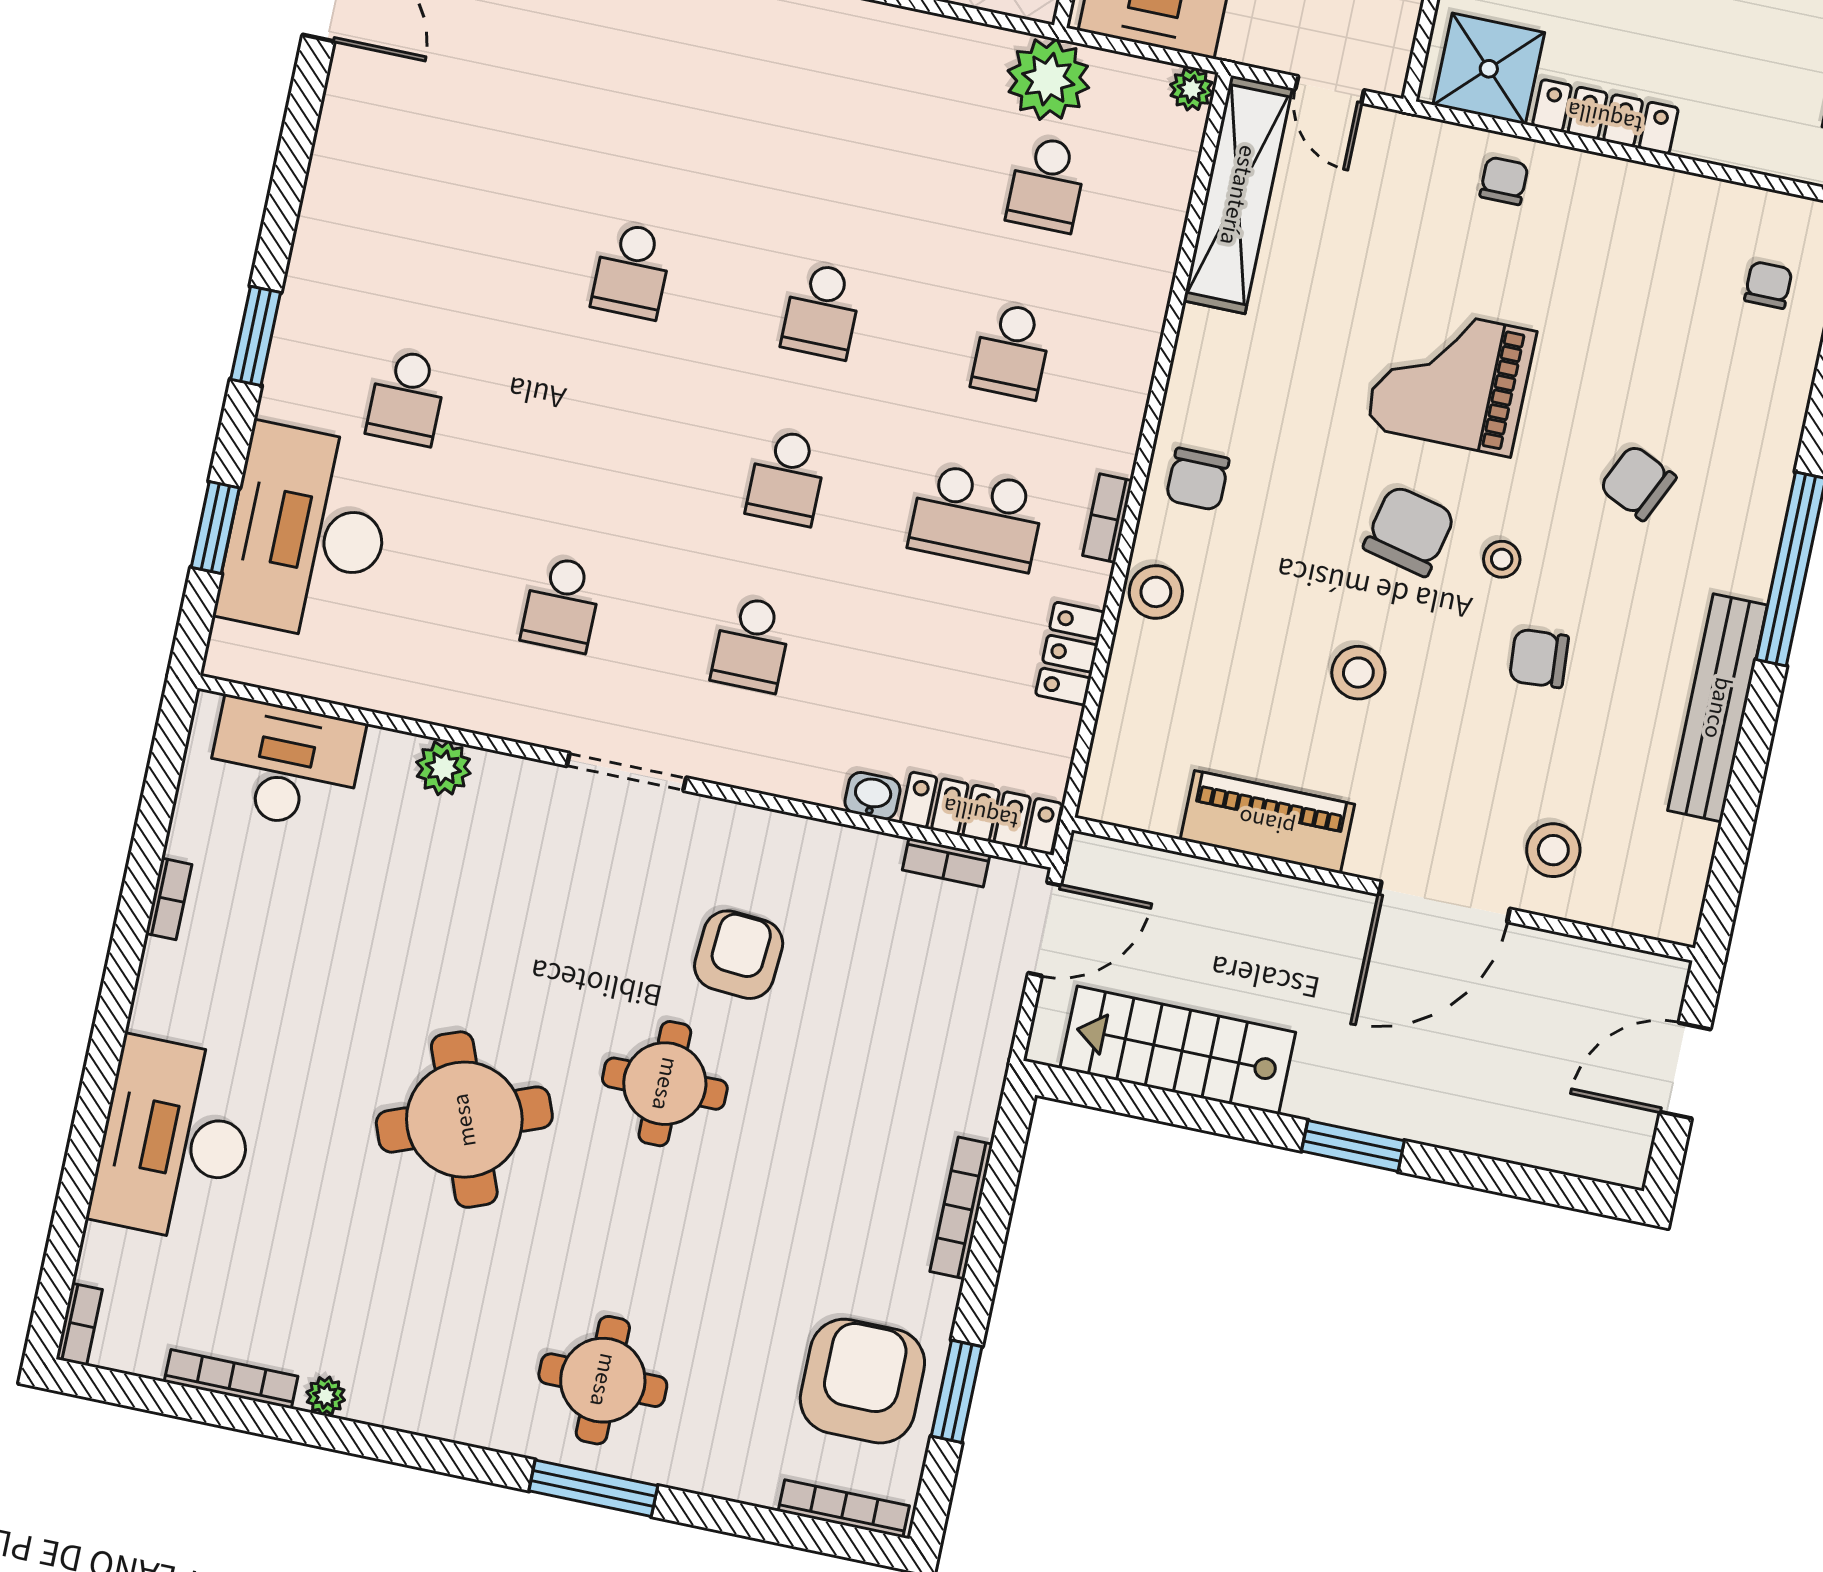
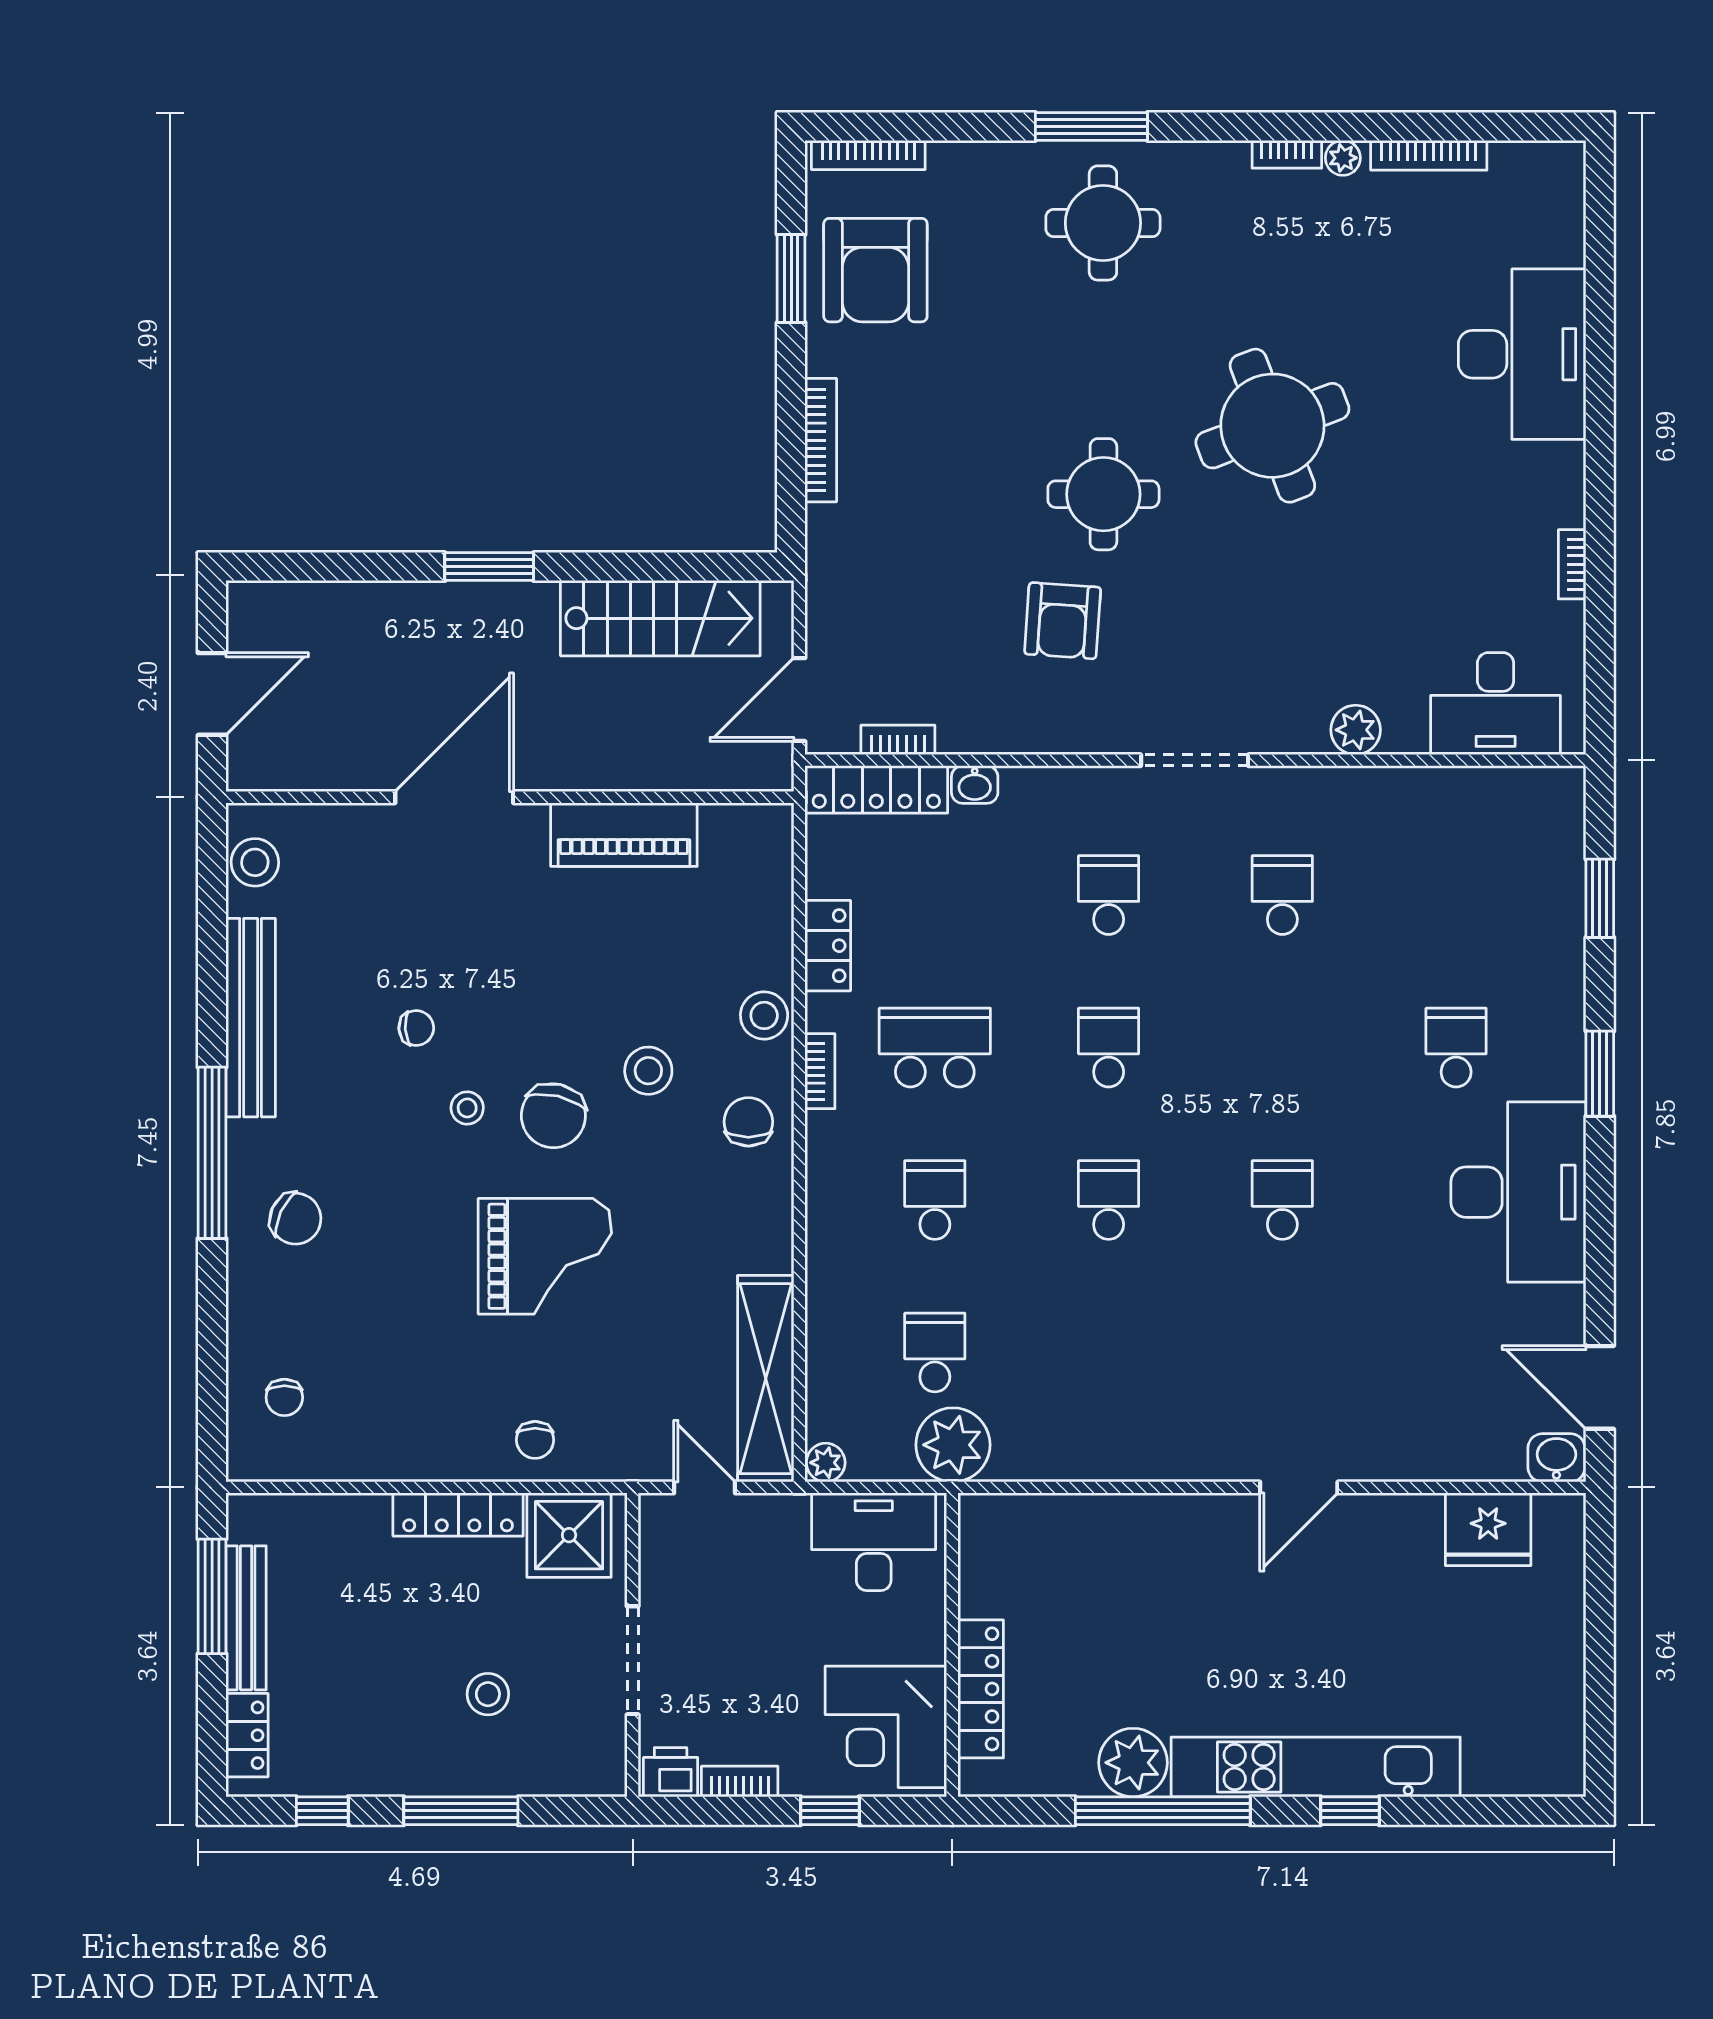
chair: (1638, 483) -> (295, 1219), moved
desk: (307, 533) -> (1518, 1192), moved
chair: (1539, 658) -> (416, 1028), width x0.73, depth x0.73
stool: (1358, 673) -> (648, 1071), moved
stool: (1553, 850) -> (255, 862), moved
bookcase: (79, 1324) -> (1287, 154), moved, turned -90

